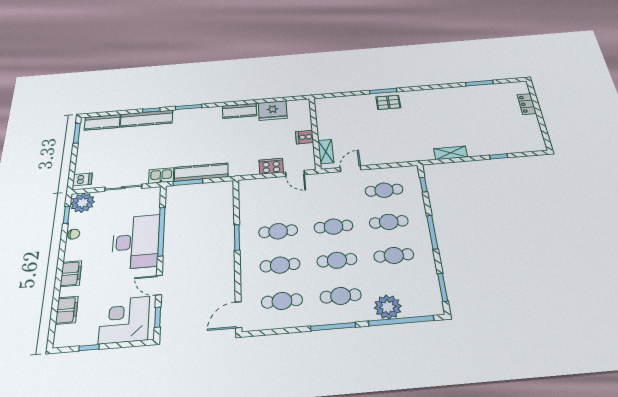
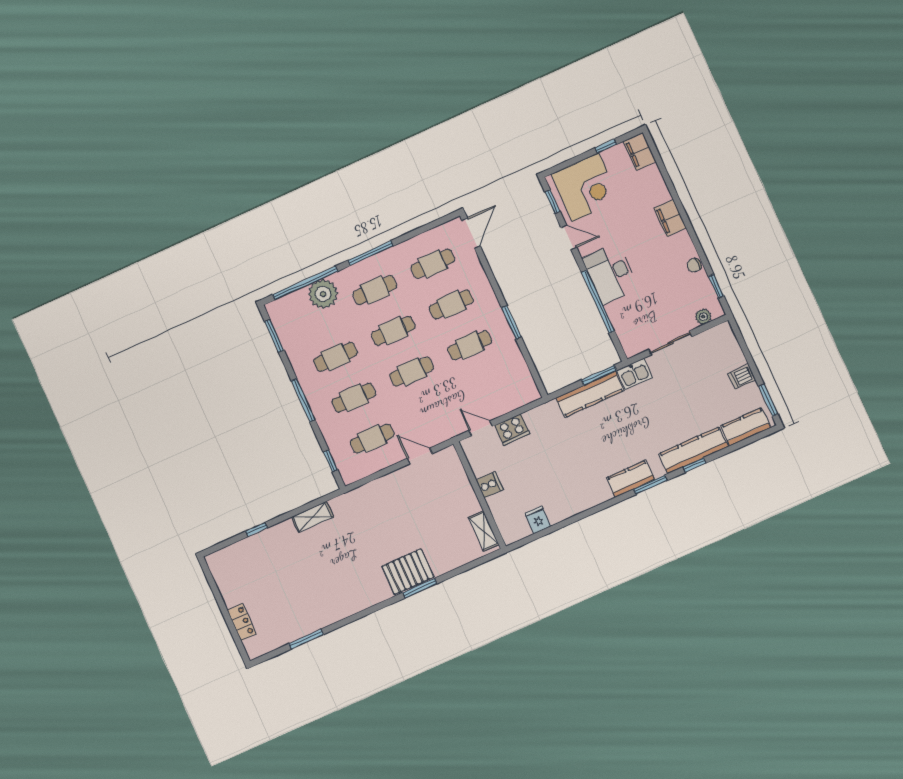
pallet: (388, 102) -> (408, 572), width x1.50, depth x1.42
kitchen counter: (239, 111) -> (631, 479), moved
fridge: (273, 111) -> (538, 520), width x0.53, depth x0.75
shelving: (326, 152) -> (484, 531), moved
door: (350, 169) -> (420, 456), swing flipped
dishwasher: (82, 179) -> (742, 377), moved
plant: (83, 203) -> (703, 317), width x0.53, depth x0.53
desk: (136, 242) -> (610, 273), width x0.73, depth x0.77
filing cabinet: (67, 310) -> (640, 151), moved

